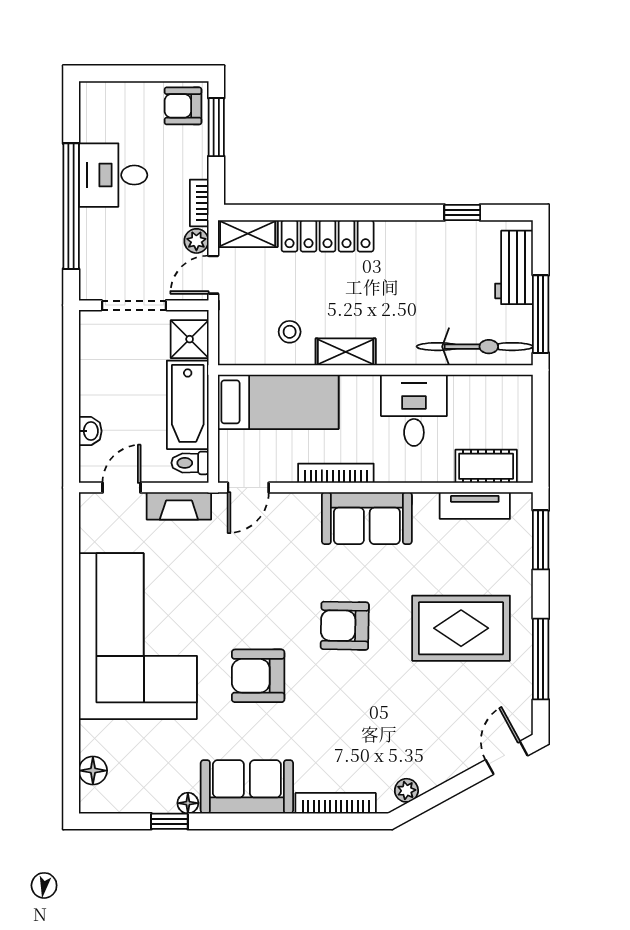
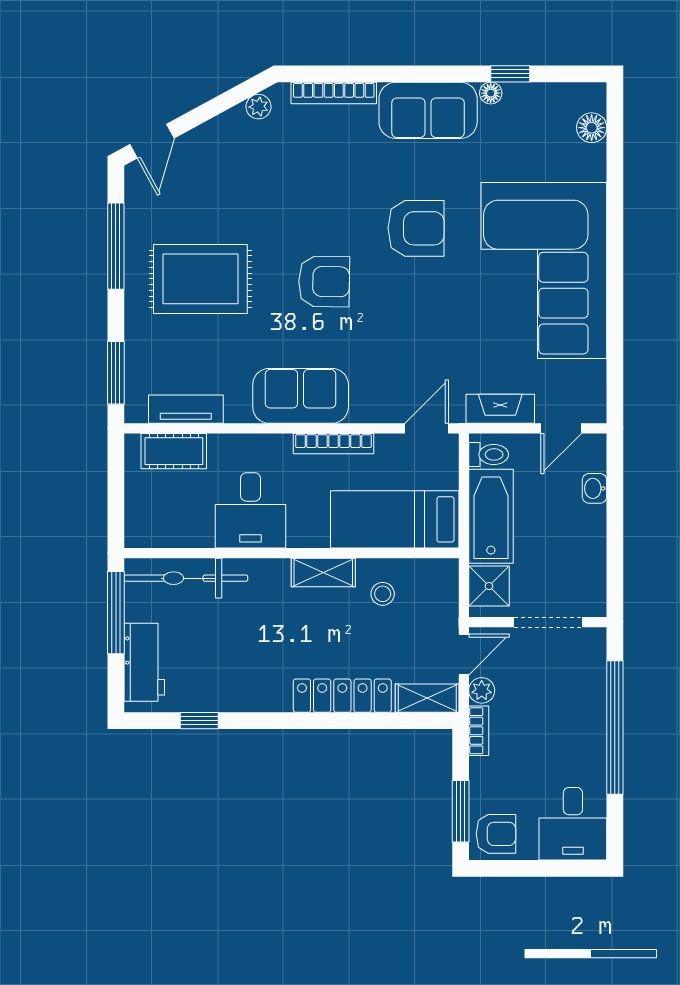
desk: (113, 175) -> (573, 824), moved, turned 90

